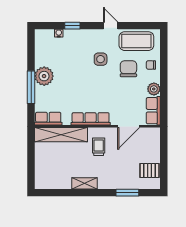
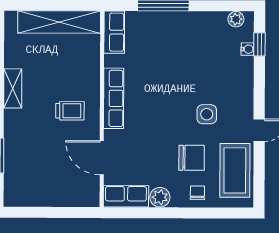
window: (72, 26) -> (259, 44), moved
plant: (44, 76) -> (236, 19), moved, width x0.53, depth x0.53
shelving: (61, 135) -> (59, 22), moved, turned 90
pallet: (149, 171) -> (33, 190), removed

